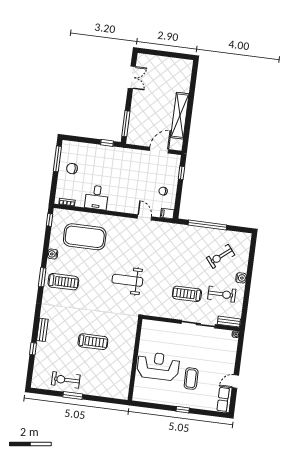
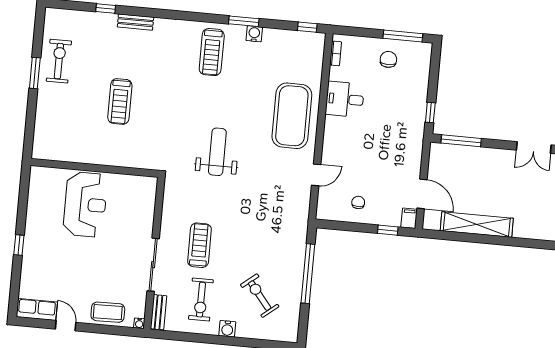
filing cabinet: (167, 214) -> (409, 218), moved
exercise mat: (85, 237) -> (292, 116), moved
window: (42, 277) -> (244, 21), moved
coffee table: (191, 379) -> (108, 312), moved

